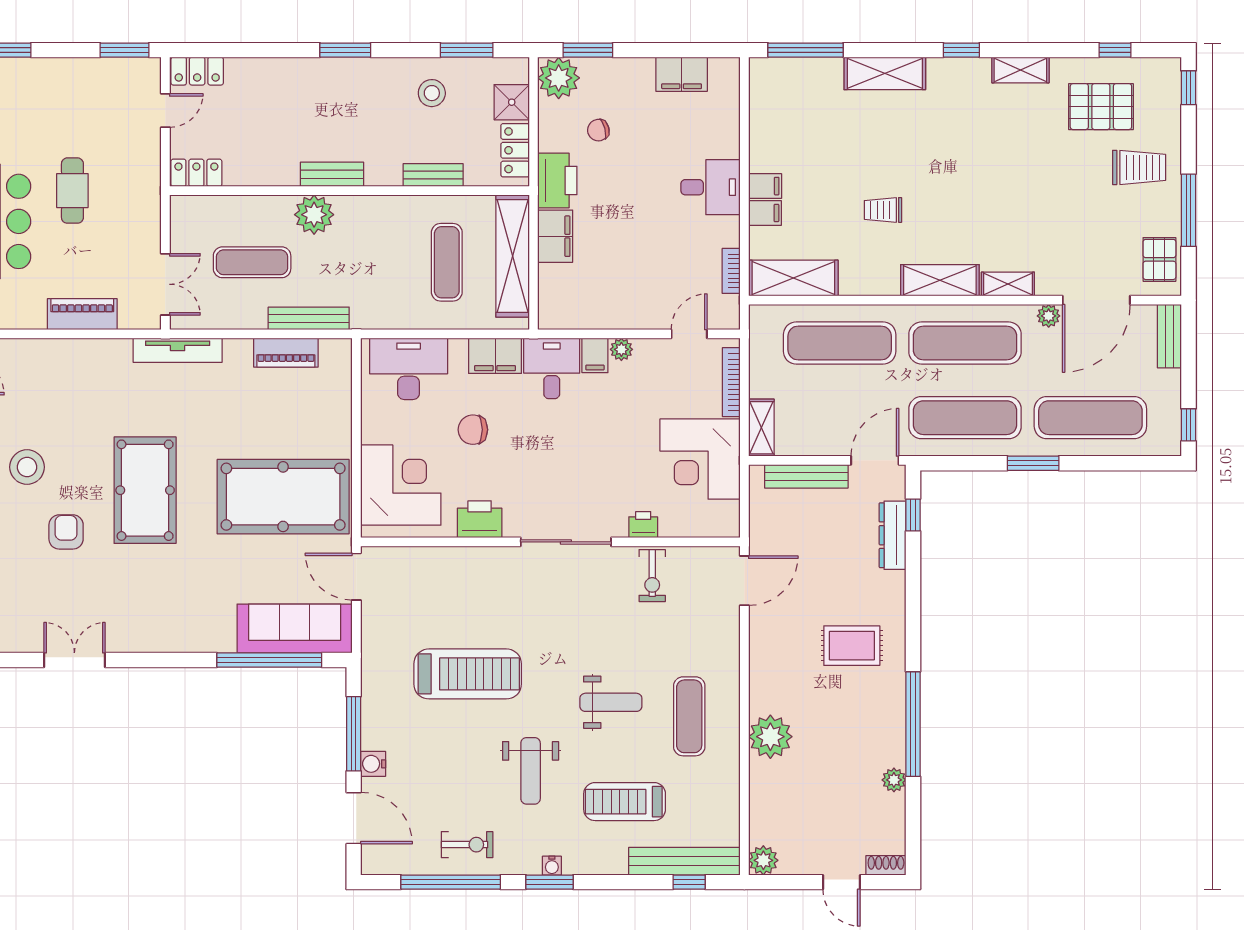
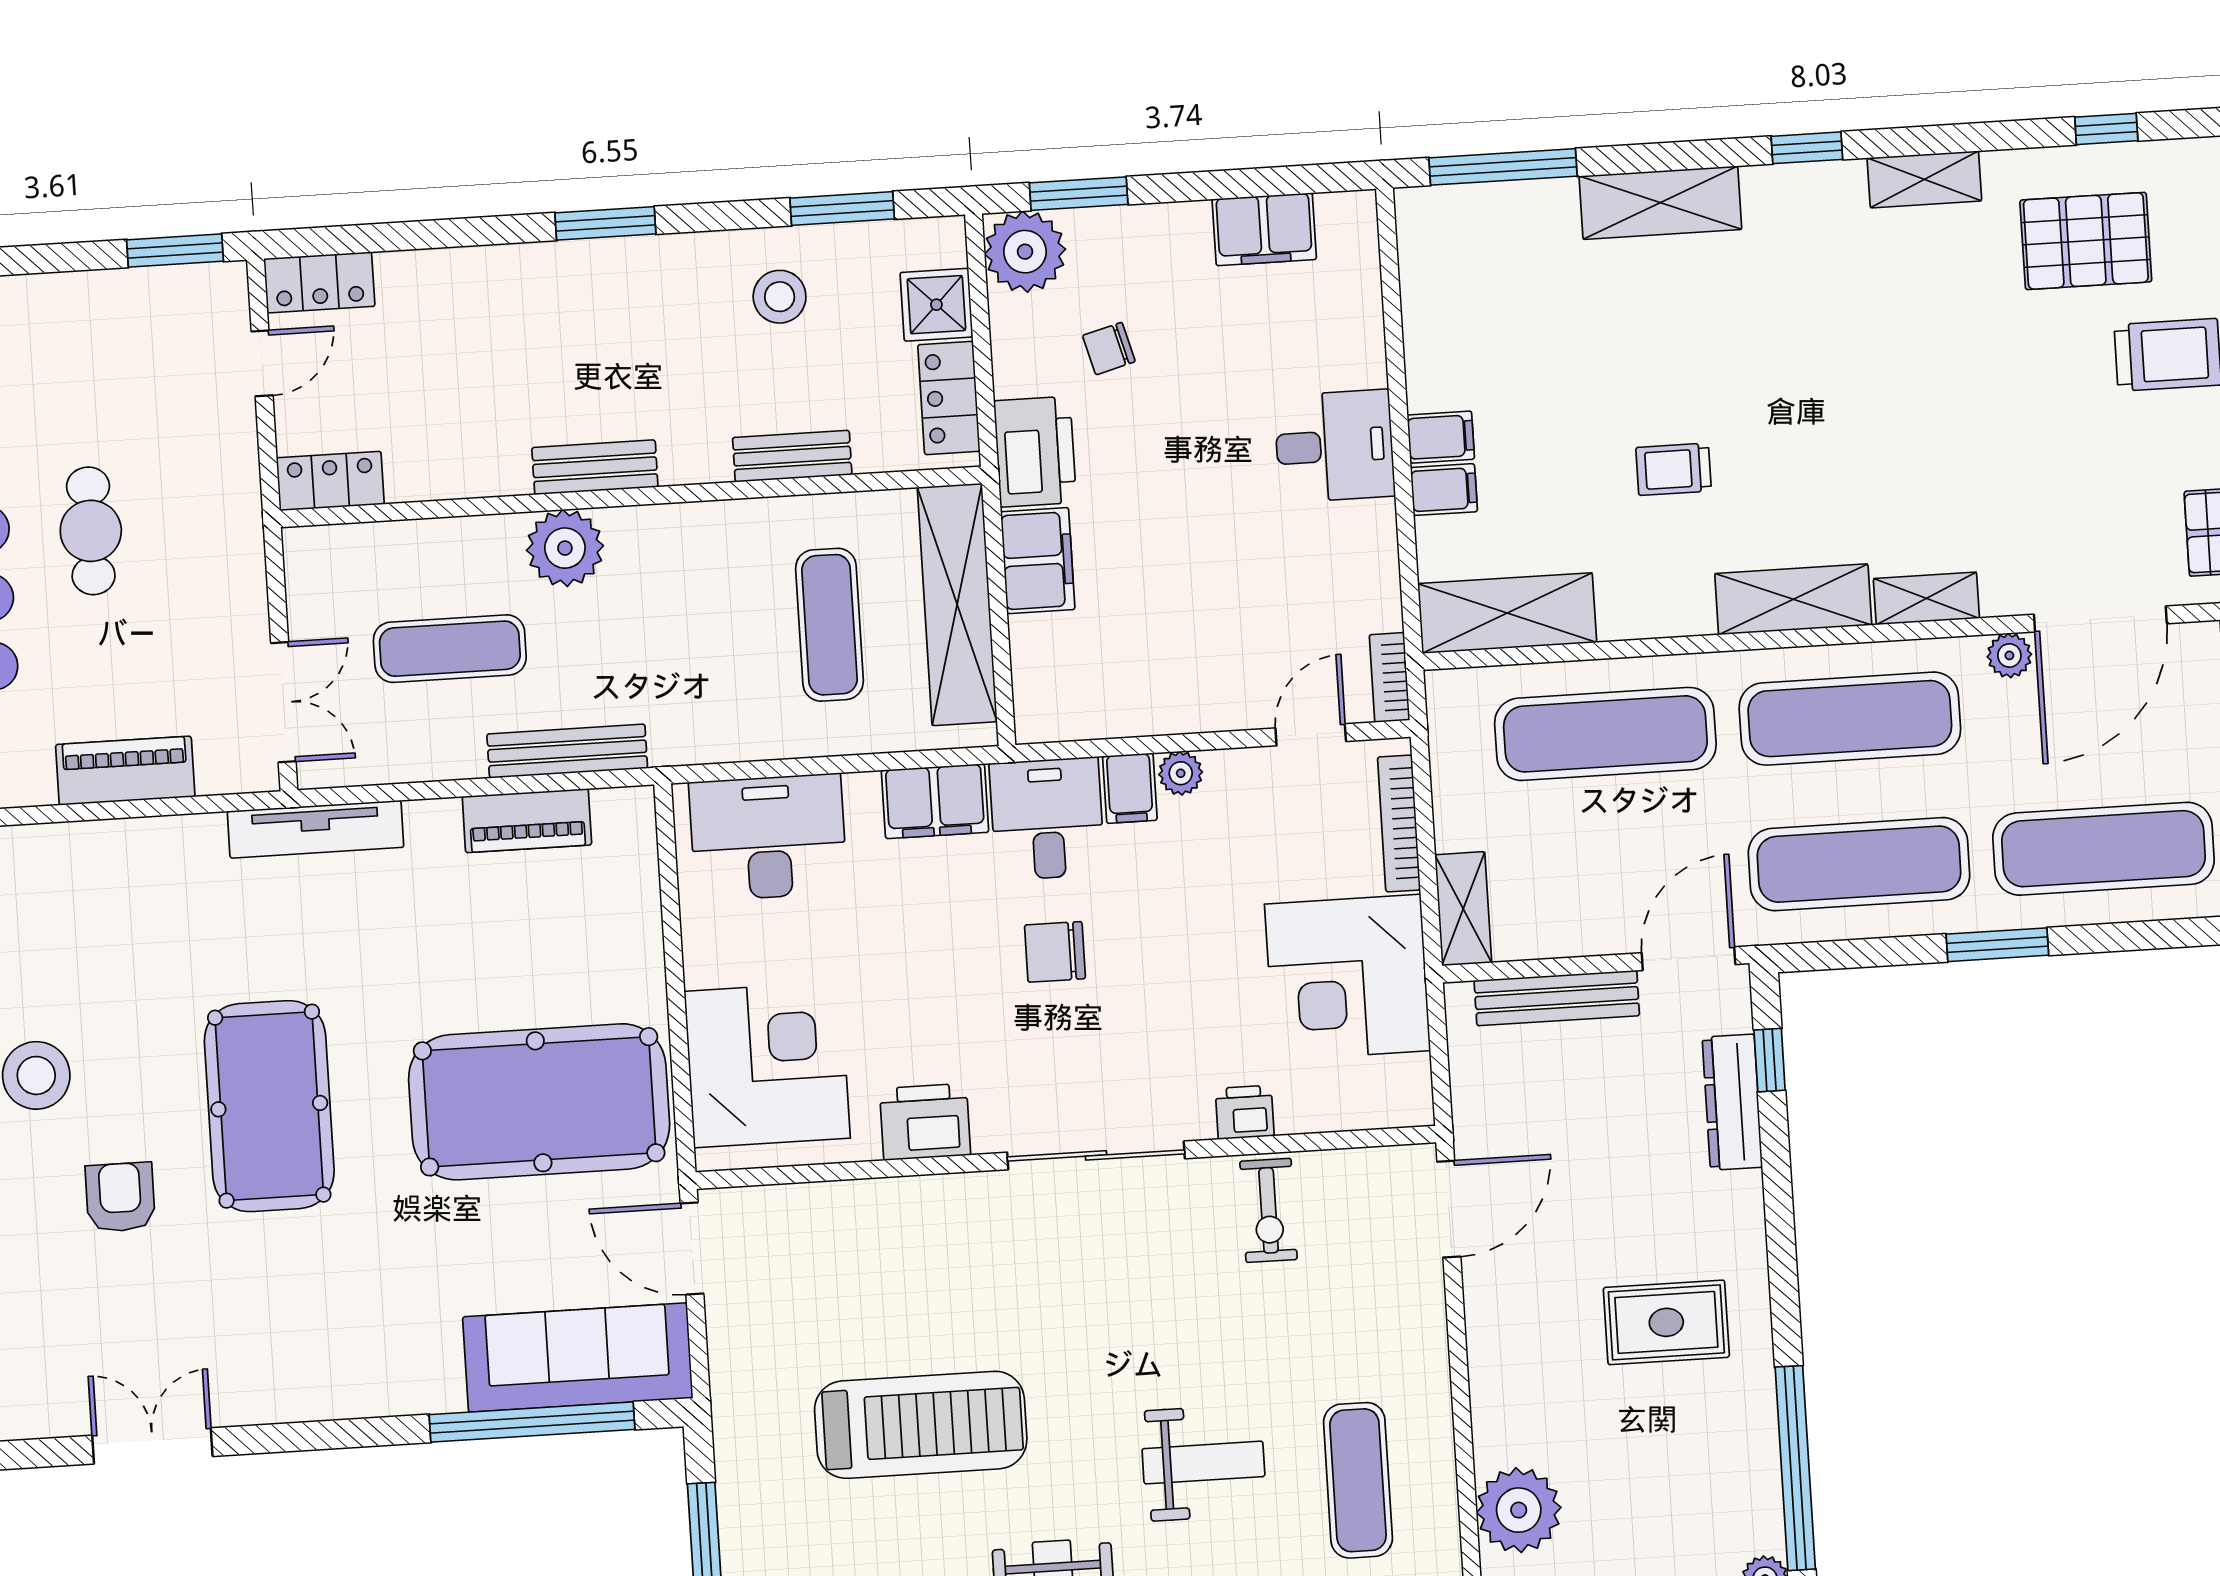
bookcase: (731, 271) -> (1389, 677), moved
chair: (473, 430) -> (1055, 952), moved

